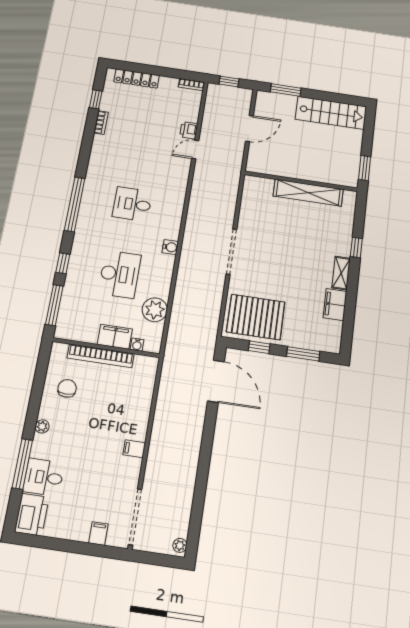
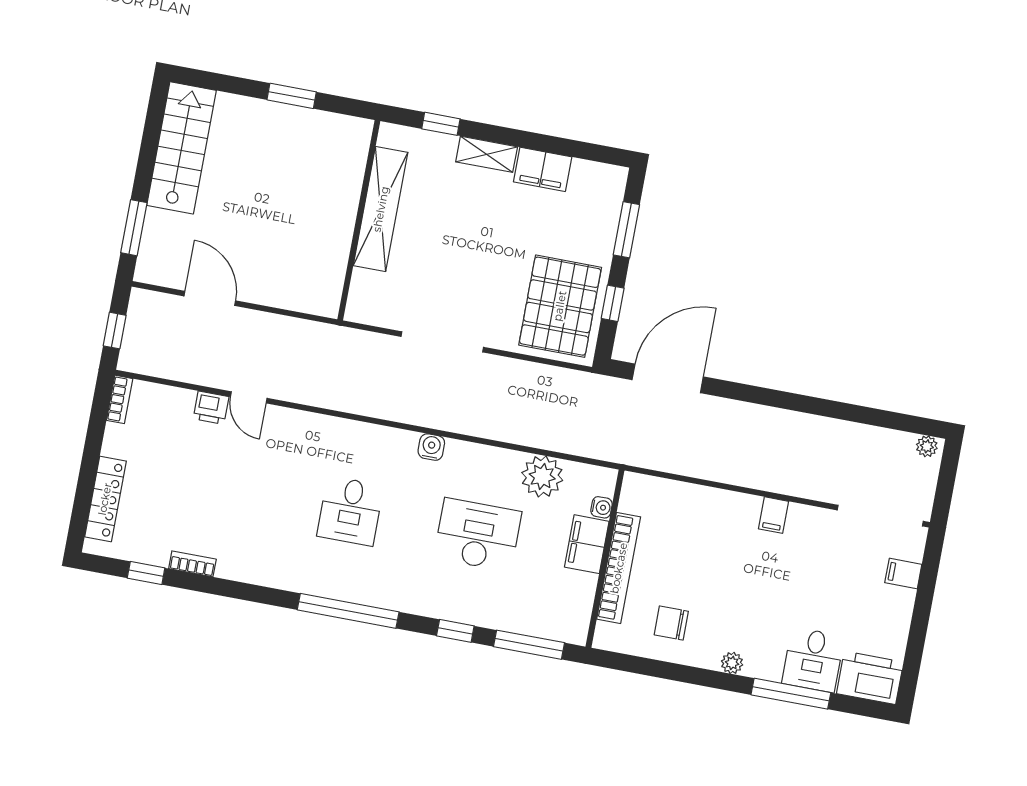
wall: (301, 181) -> (359, 220), moved
shelving: (308, 193) -> (381, 209), moved

